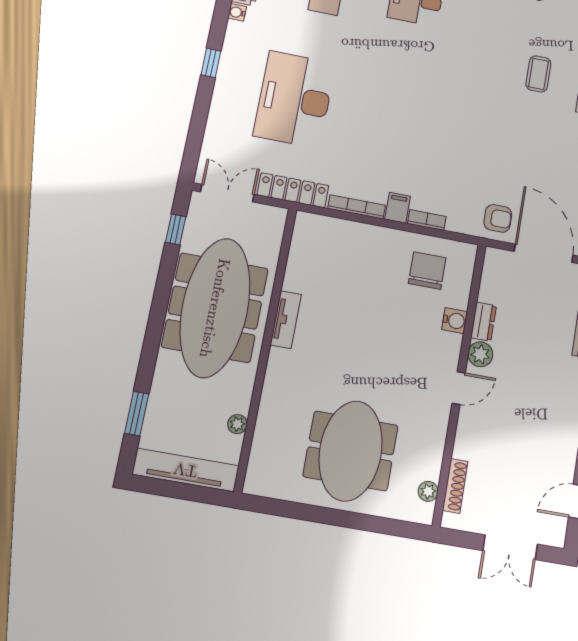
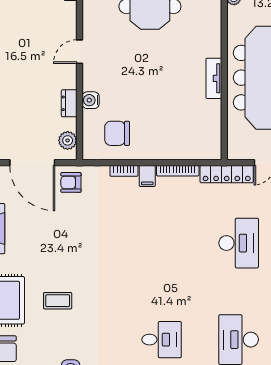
coffee table: (538, 74) -> (58, 301), turned 90
desk: (294, 99) -> (239, 243), width x0.73, depth x0.77
chair: (427, 271) -> (117, 133), turned 90
plant: (480, 354) -> (68, 140), moved

